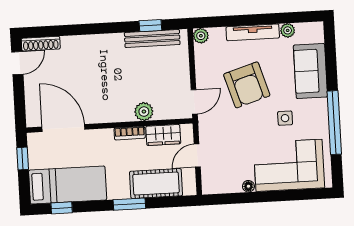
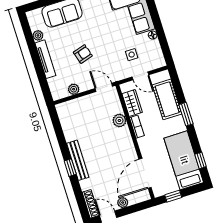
window: (150, 26) -> (70, 168), moved
plant: (201, 36) -> (74, 89), moved
bench: (152, 39) -> (78, 160), moved
armchair: (247, 85) -> (83, 54), width x0.53, depth x0.53
plant: (31, 88) -> (123, 203), added
side table: (285, 118) -> (132, 55), moved

